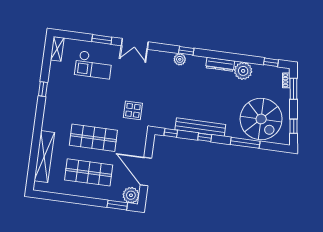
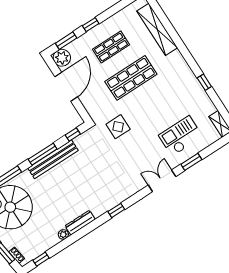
plant: (180, 59) -> (116, 199), removed
plant: (243, 71) -> (63, 234), width x0.53, depth x0.53
window: (205, 137) -> (43, 154), width x2.17
shop shelf: (89, 172) -> (111, 47), width x0.70, depth x0.74
door: (146, 172) -> (66, 87), hinge flipped
window: (89, 201) -> (91, 25), added

